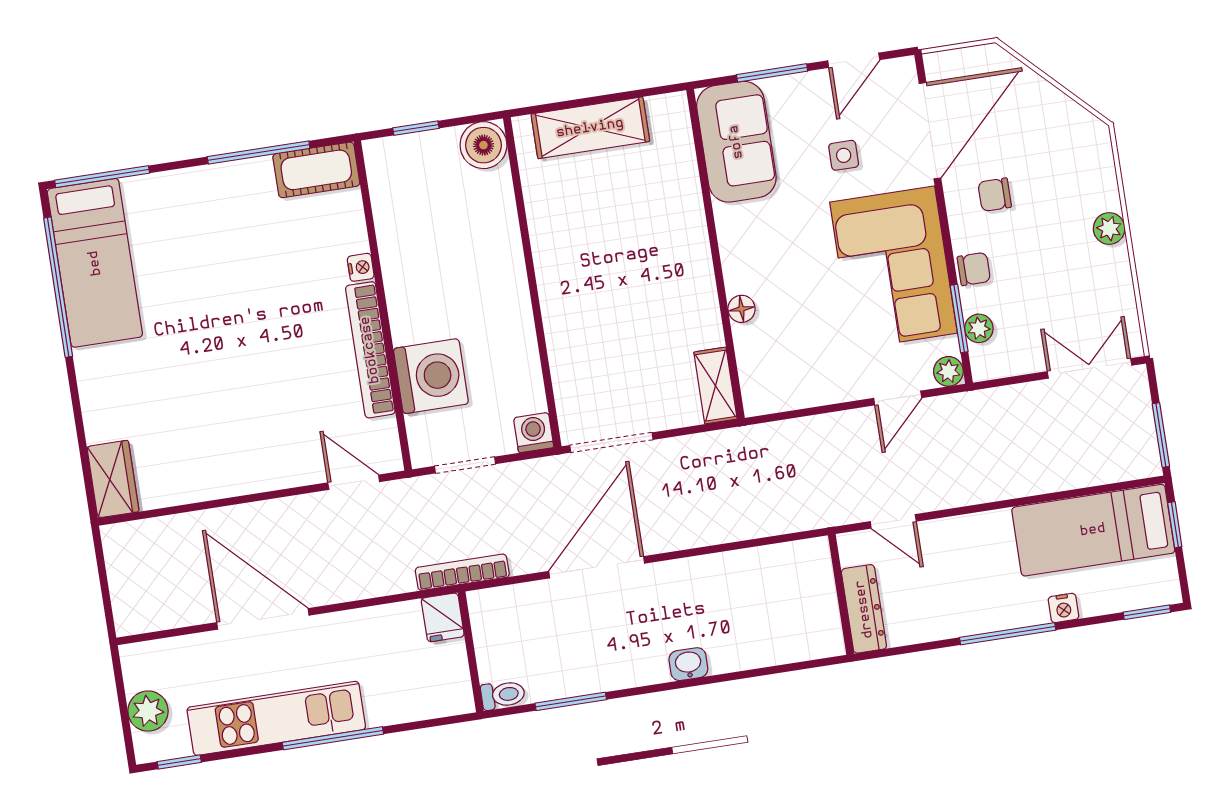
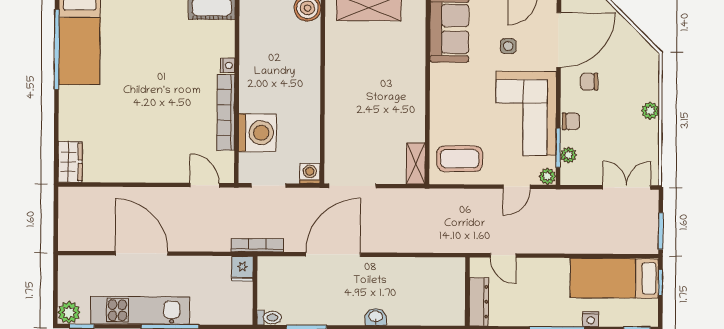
floor lamp: (742, 309) -> (437, 123), removed
coffee table: (791, 365) -> (460, 159), added
plant: (148, 711) -> (69, 312), moved

